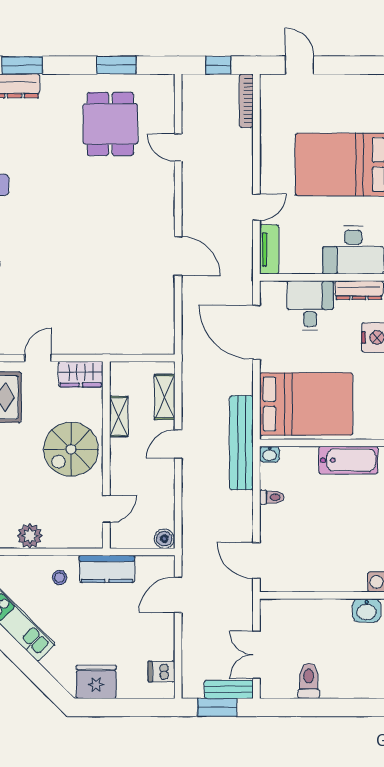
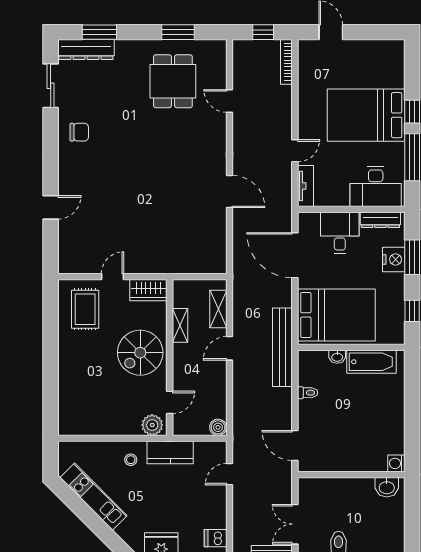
washbasin: (270, 454) -> (337, 357), moved
plant: (30, 536) -> (152, 425), moved
door: (178, 595) -> (230, 474), width x0.73

